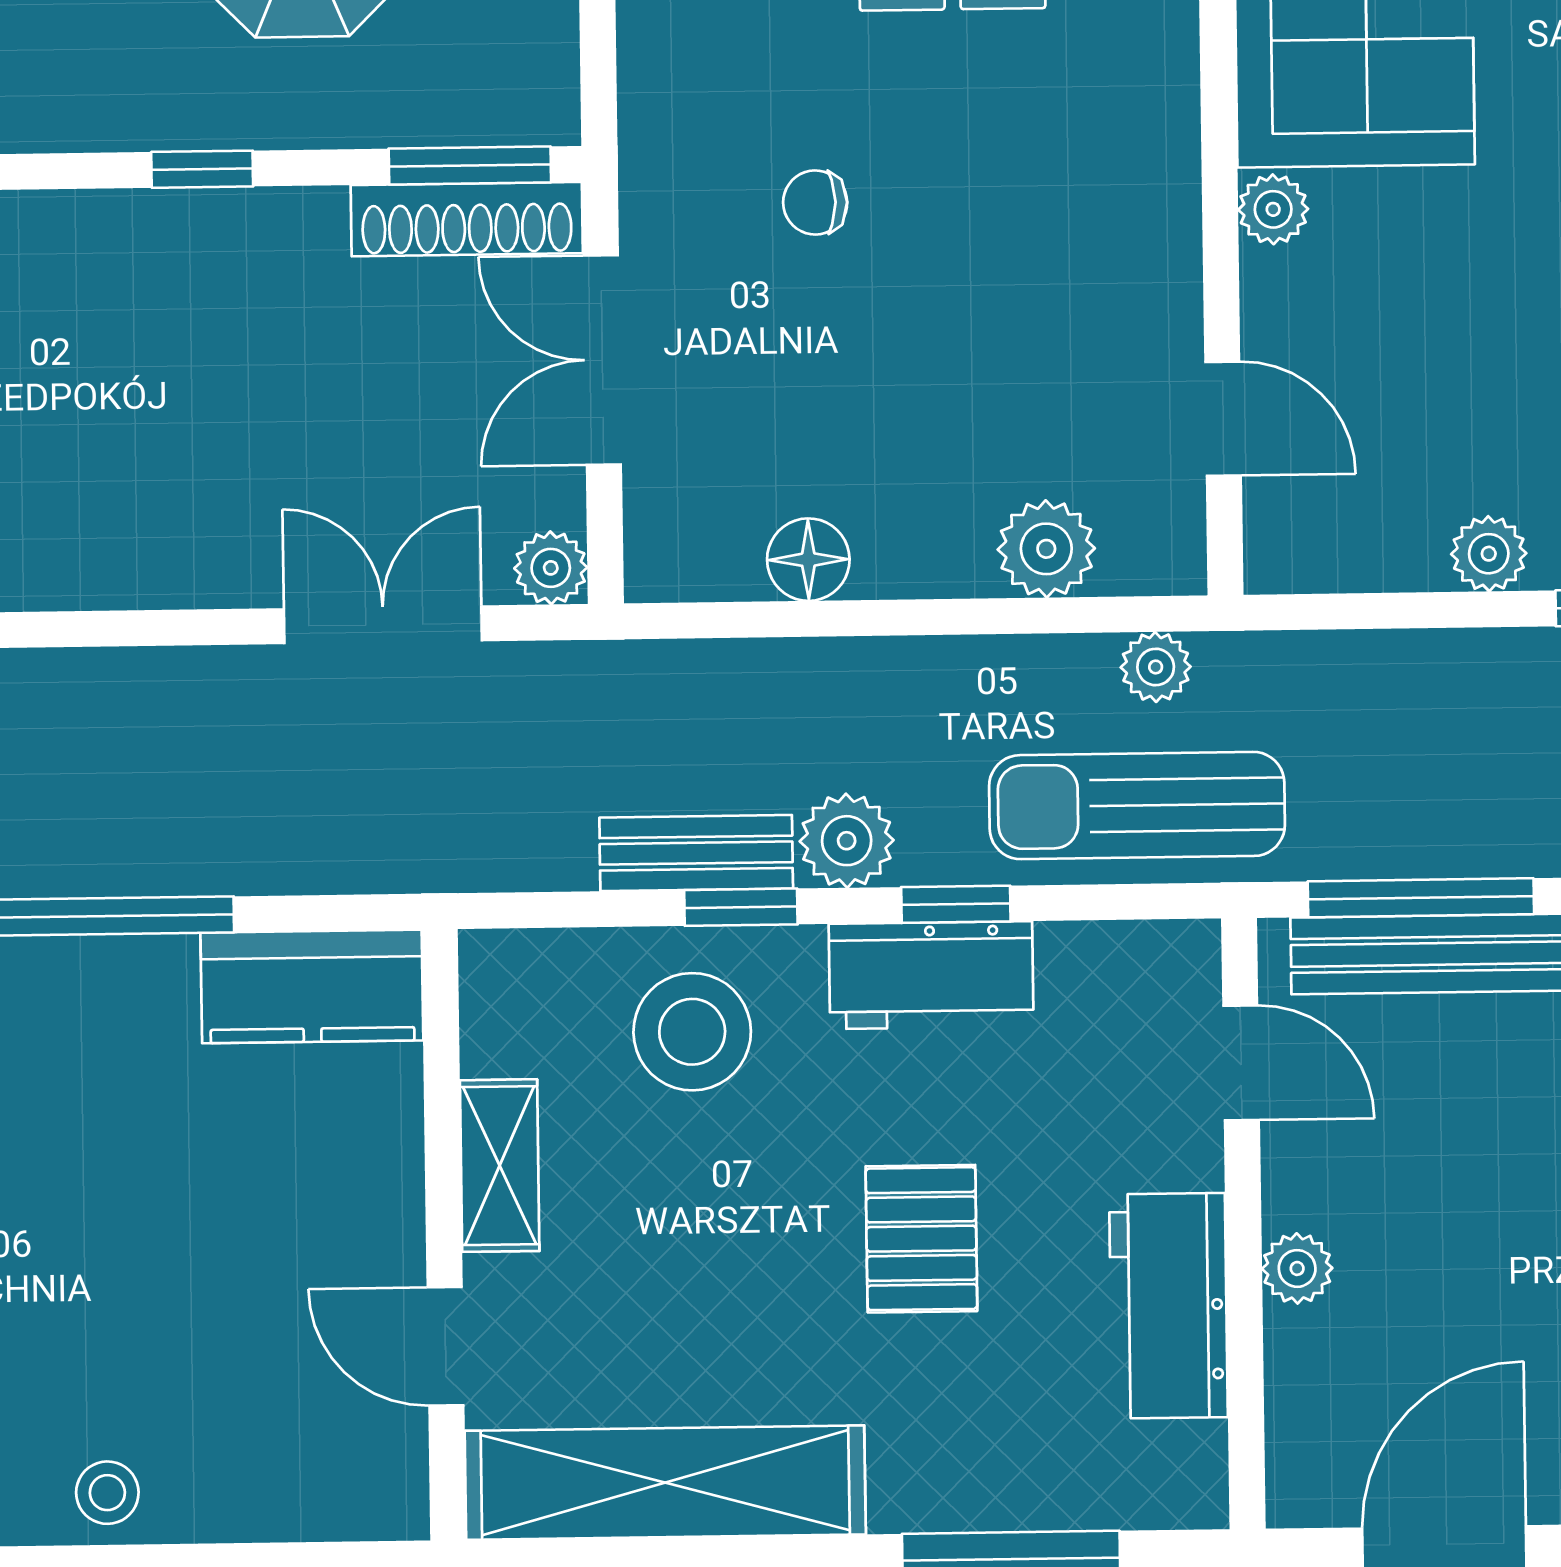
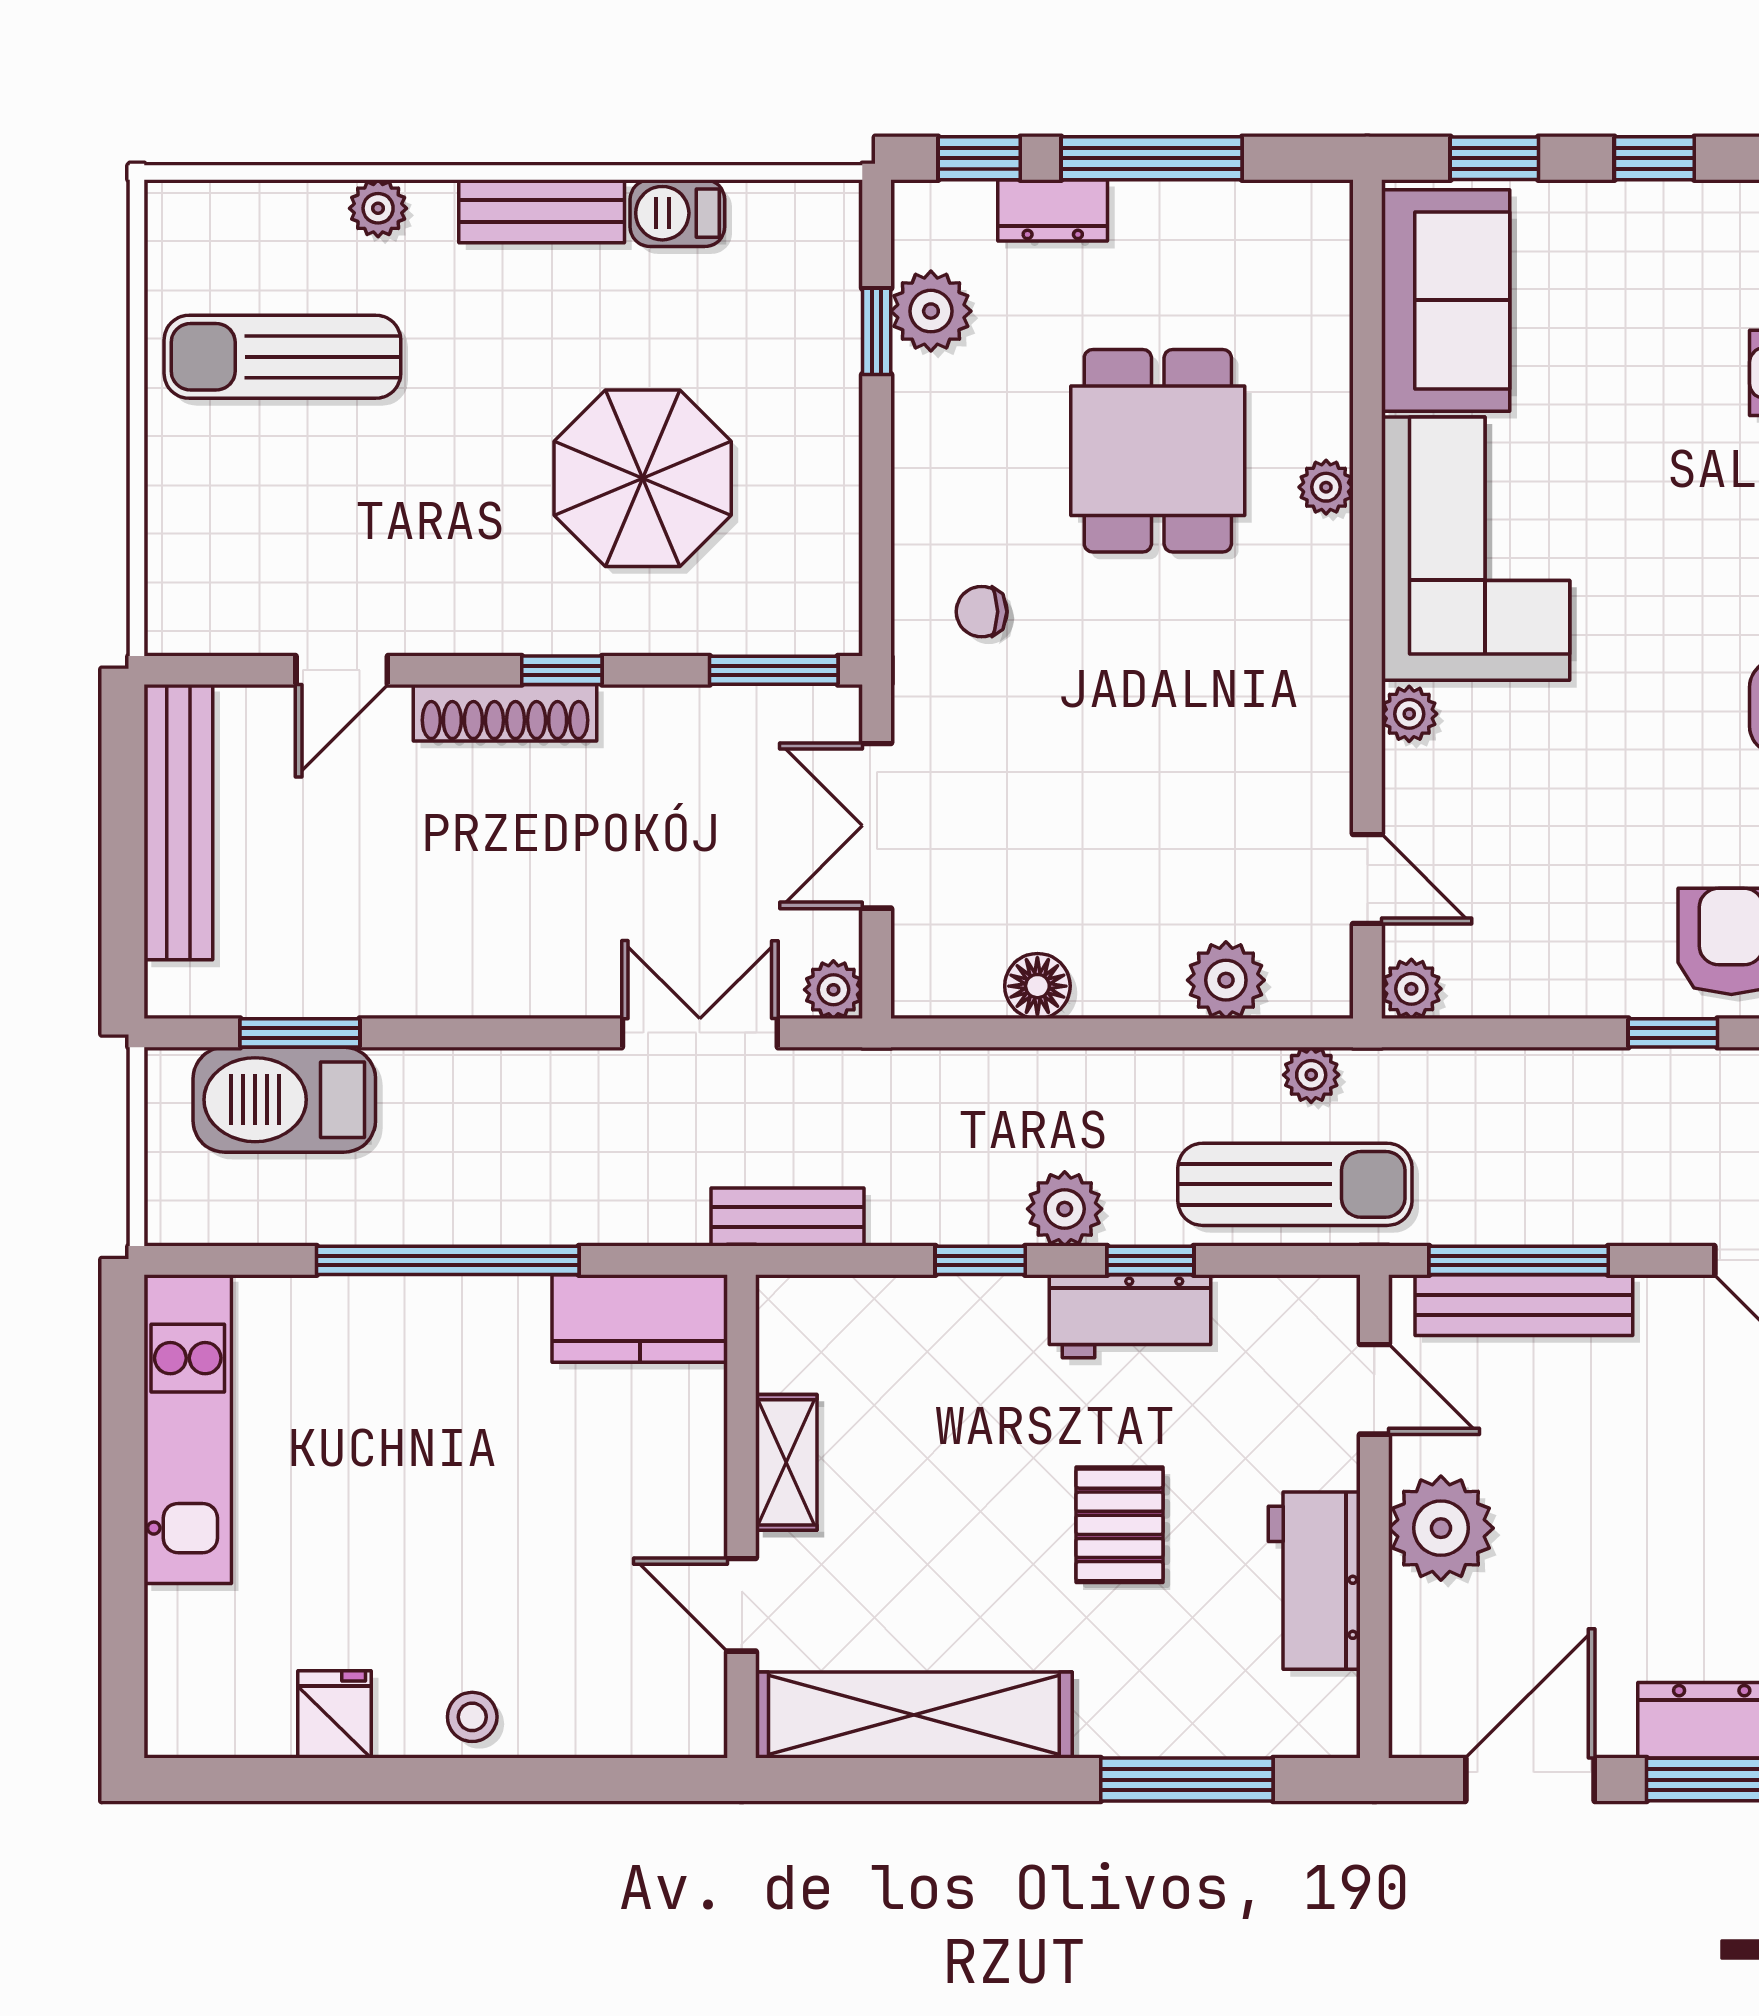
chair: (815, 203) -> (982, 612), moved
shoe rack: (467, 219) -> (505, 713), moved
plant: (1489, 554) -> (1411, 989), moved
sun lounger: (1137, 806) -> (1295, 1184), turned 180
bench: (696, 853) -> (787, 1217), moved
stool: (692, 1032) -> (940, 1358), removed
plant: (1297, 1268) -> (1441, 1528), width x1.87, depth x1.87

